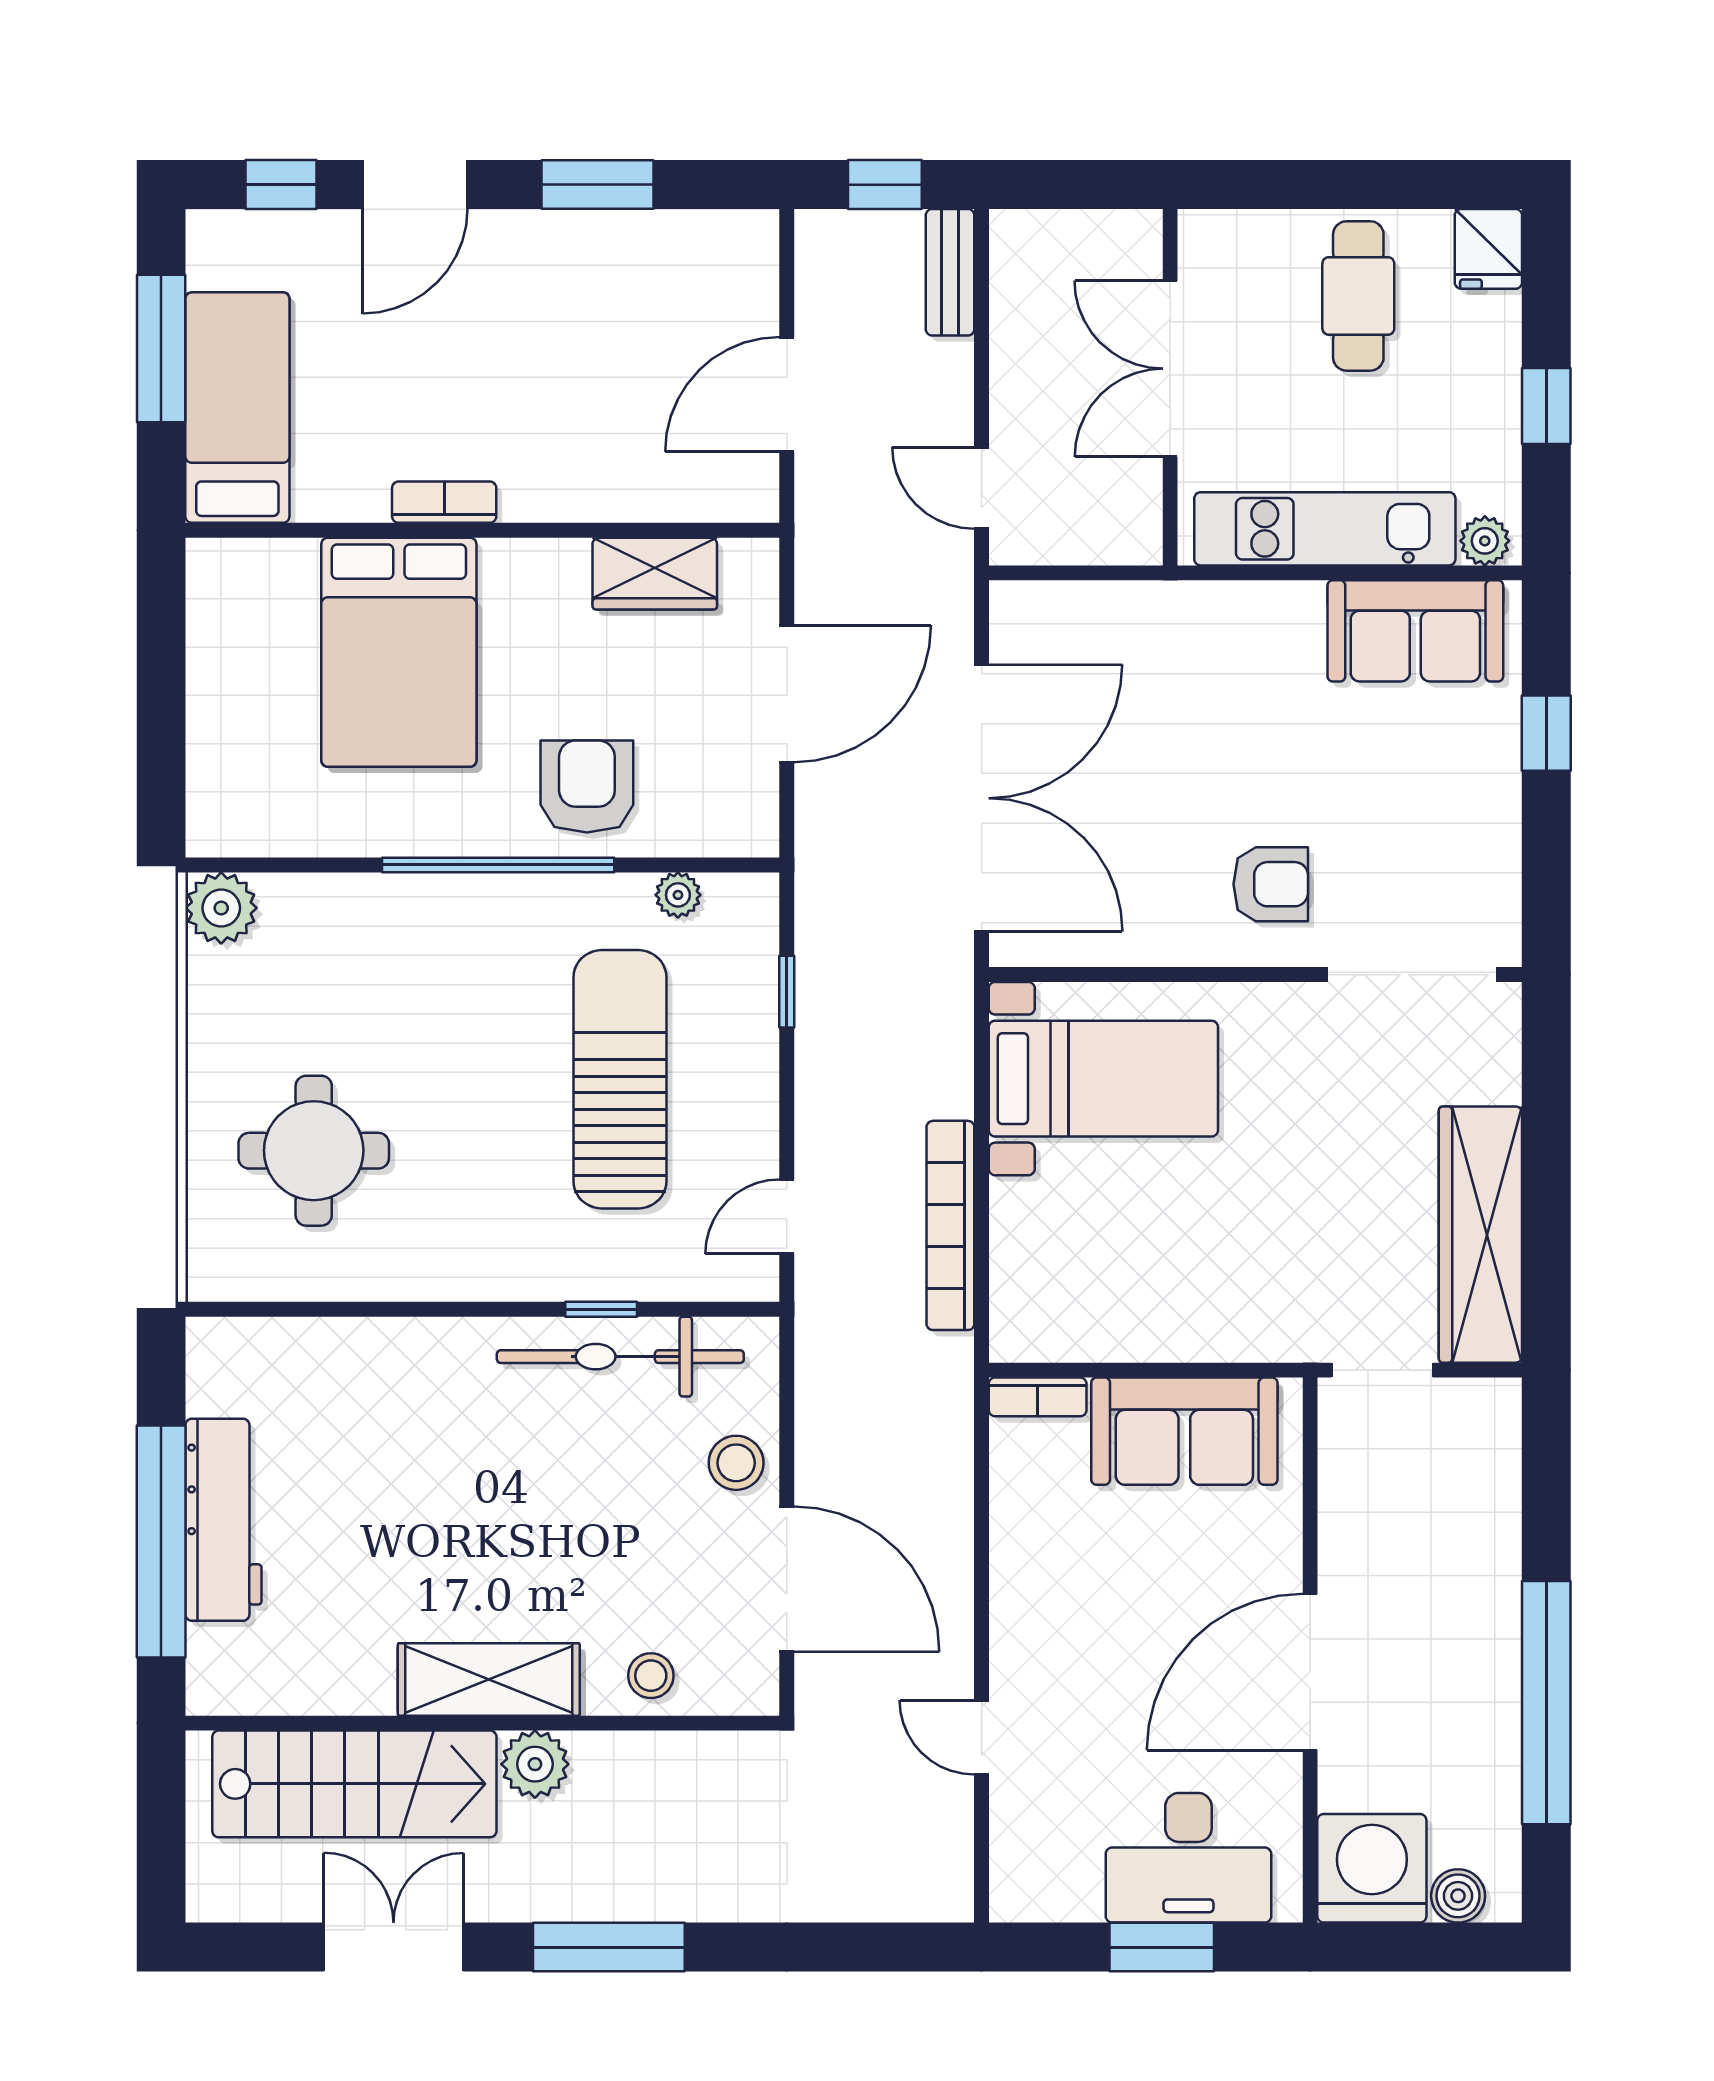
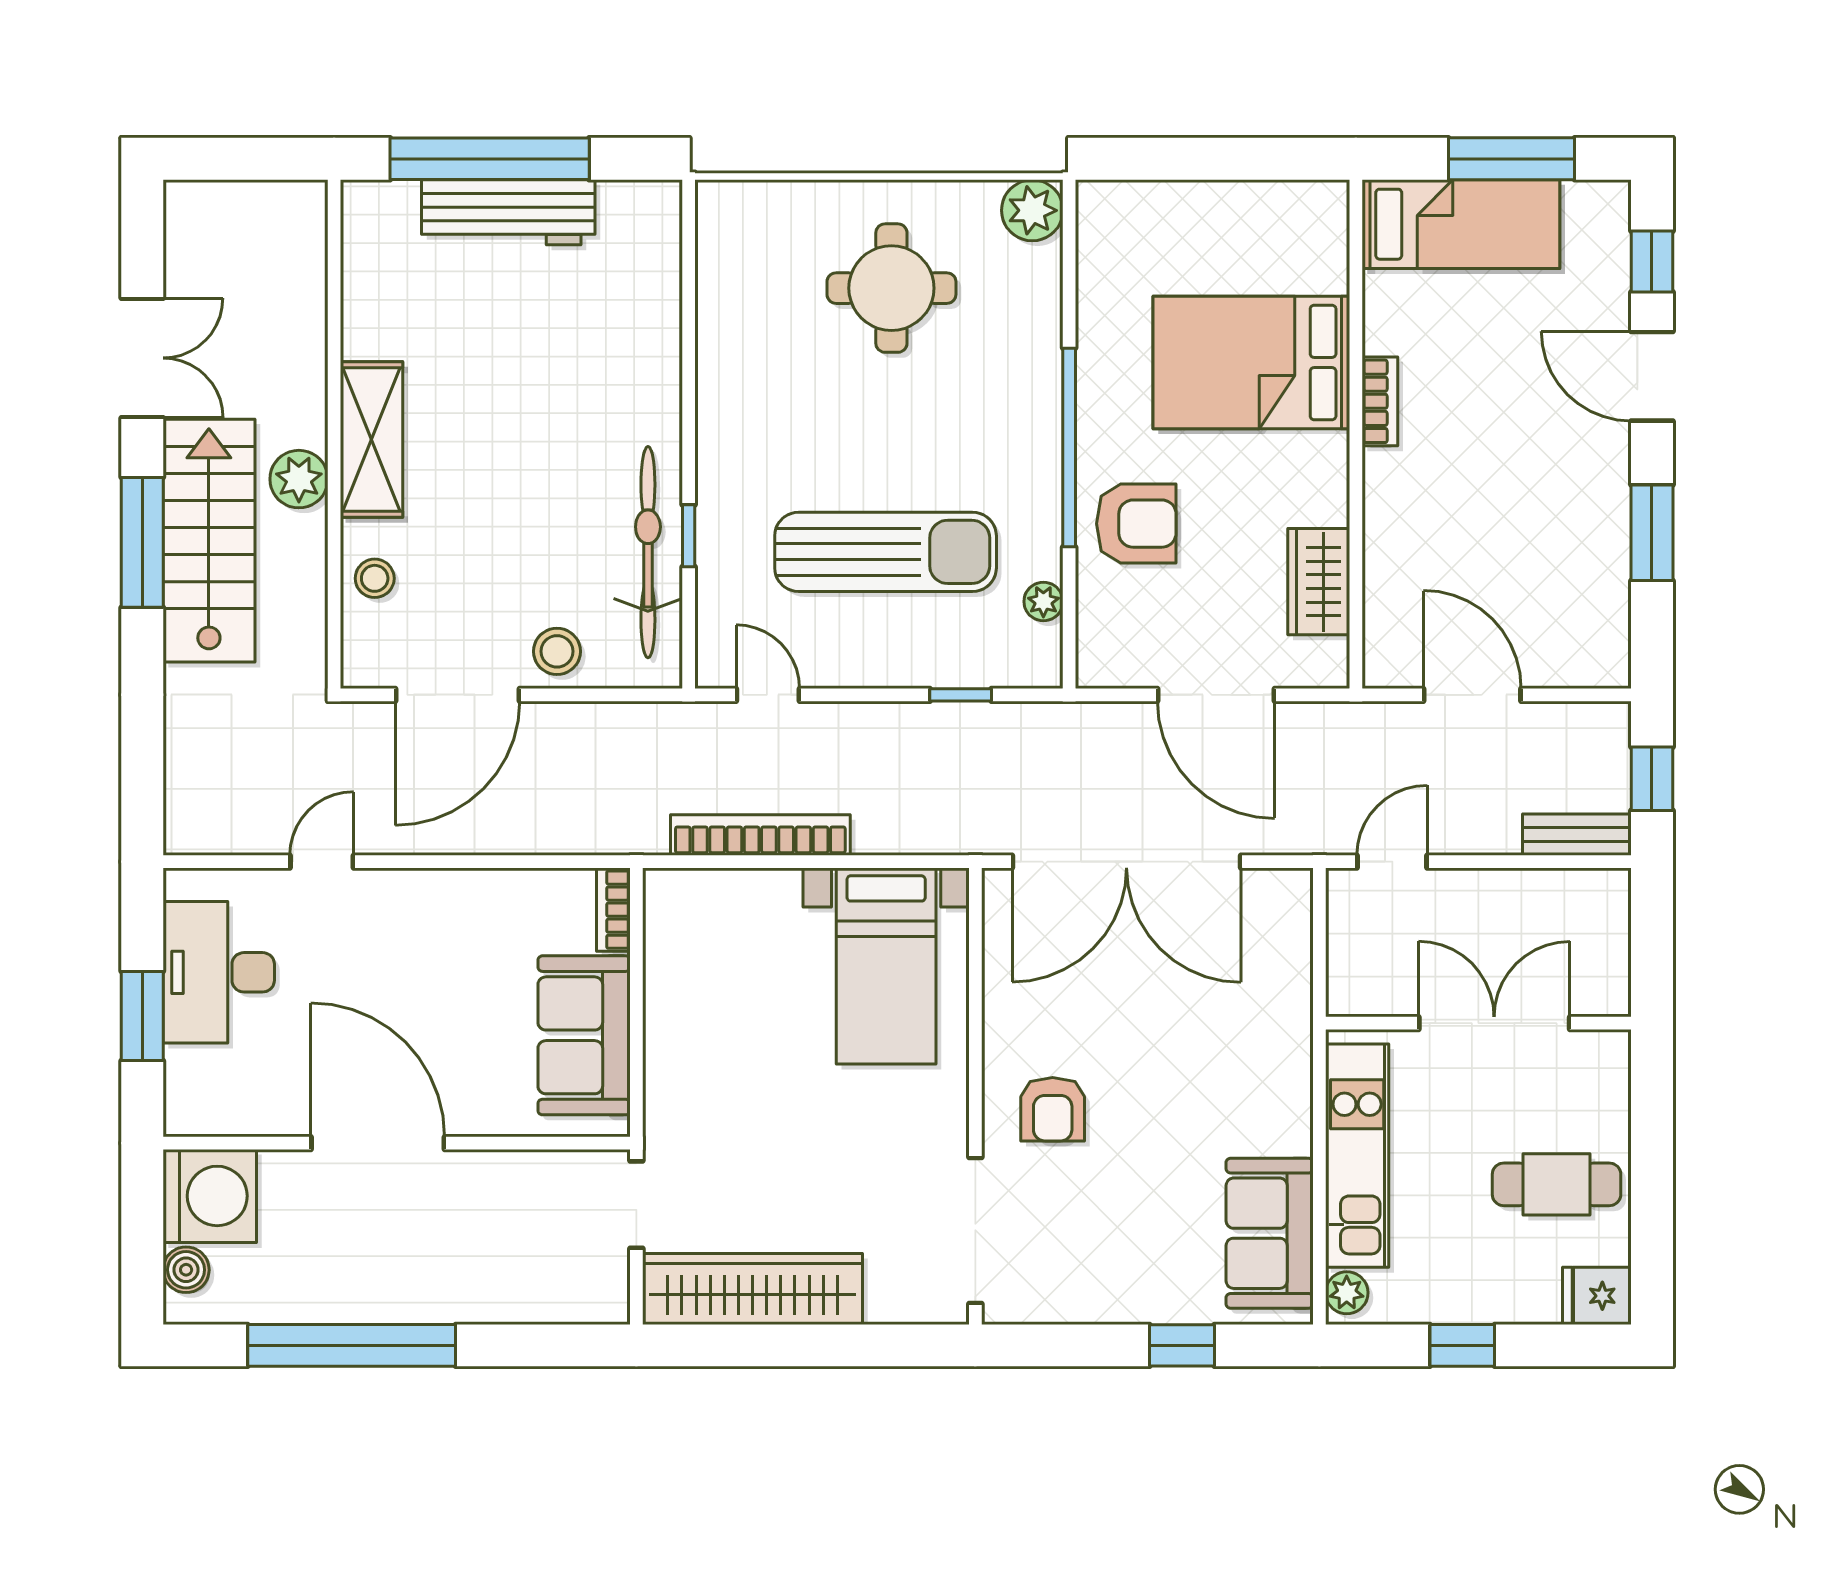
round table: (314, 1151) -> (891, 288), moved
stairs: (354, 1784) -> (209, 541), moved, turned 180
desk: (1188, 1858) -> (219, 972), moved

